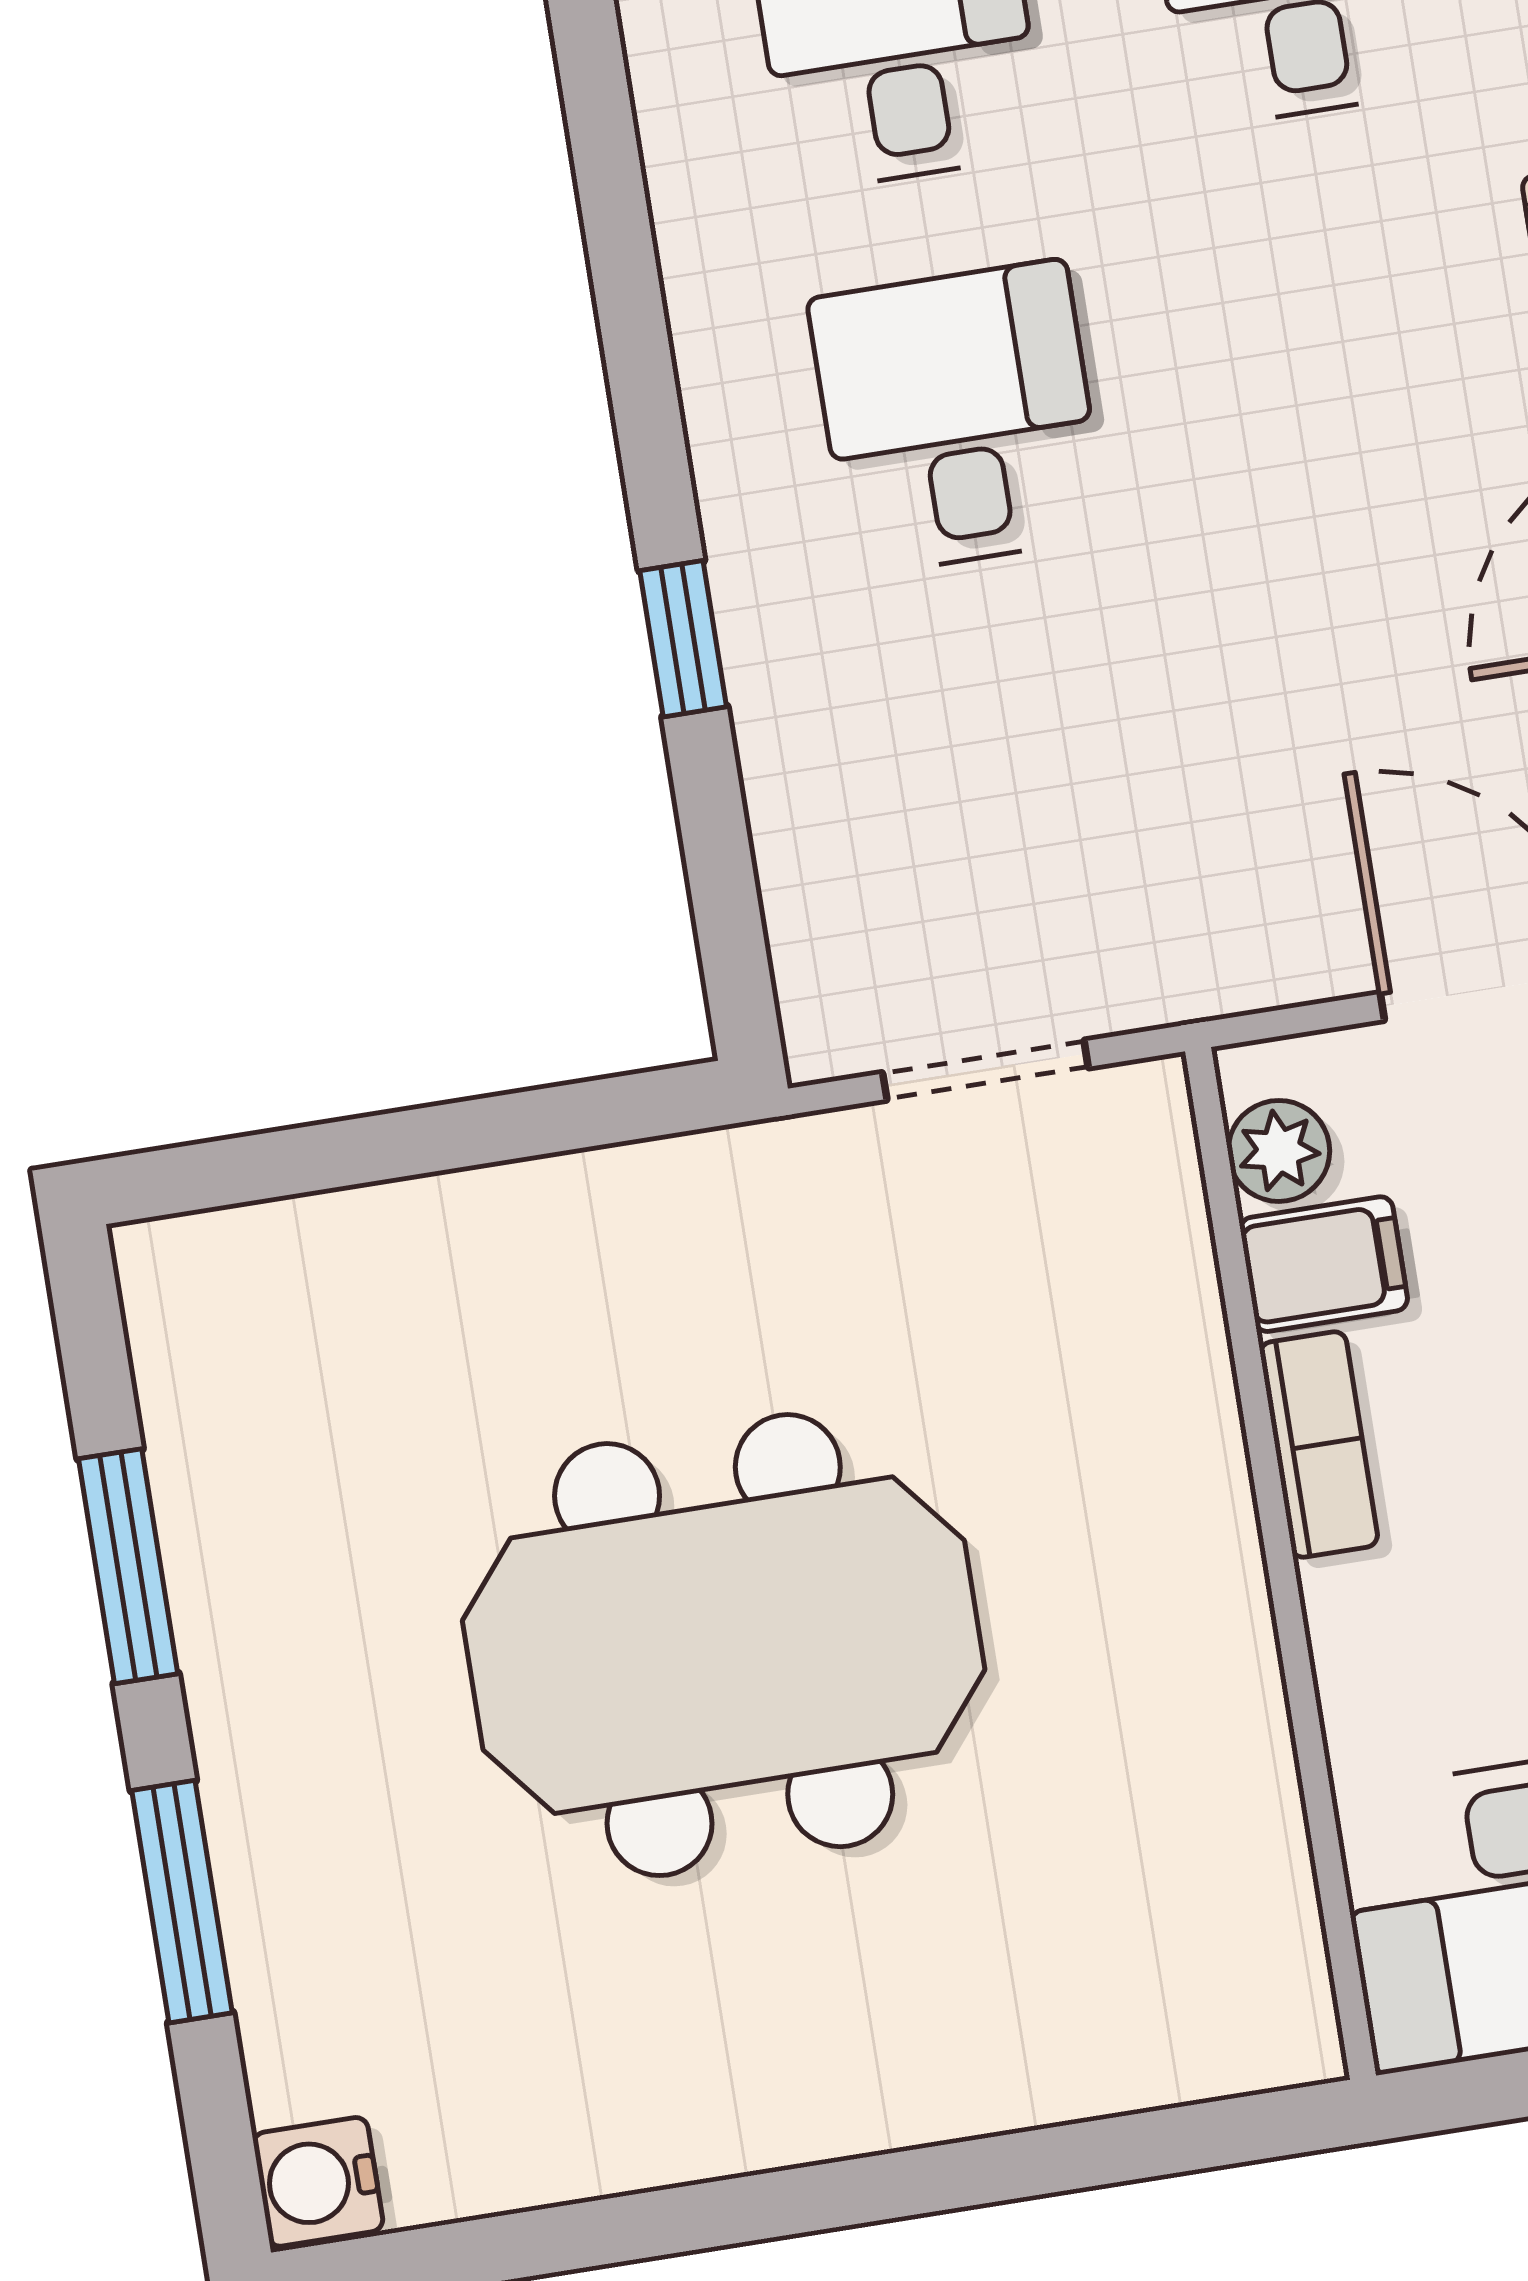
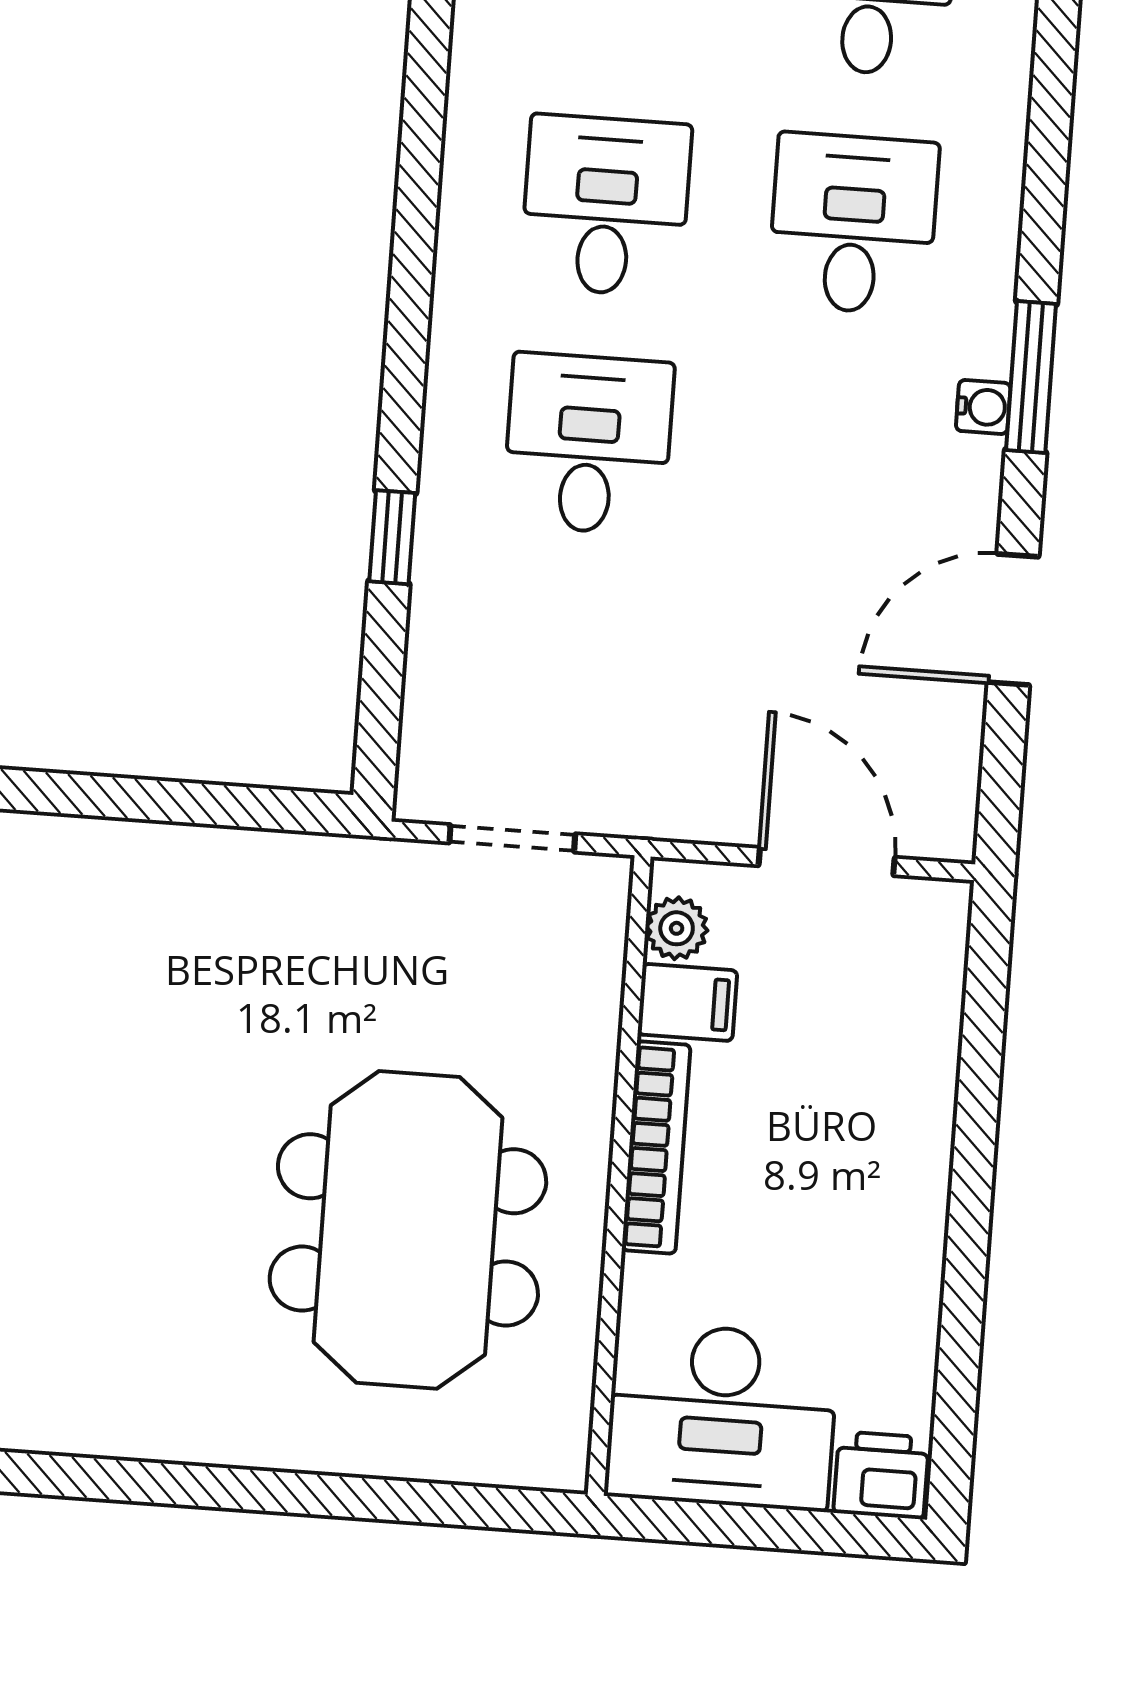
bookcase: (1319, 1444) -> (656, 1147), width x1.56
meeting table: (724, 1645) -> (408, 1230), moved, turned 90

